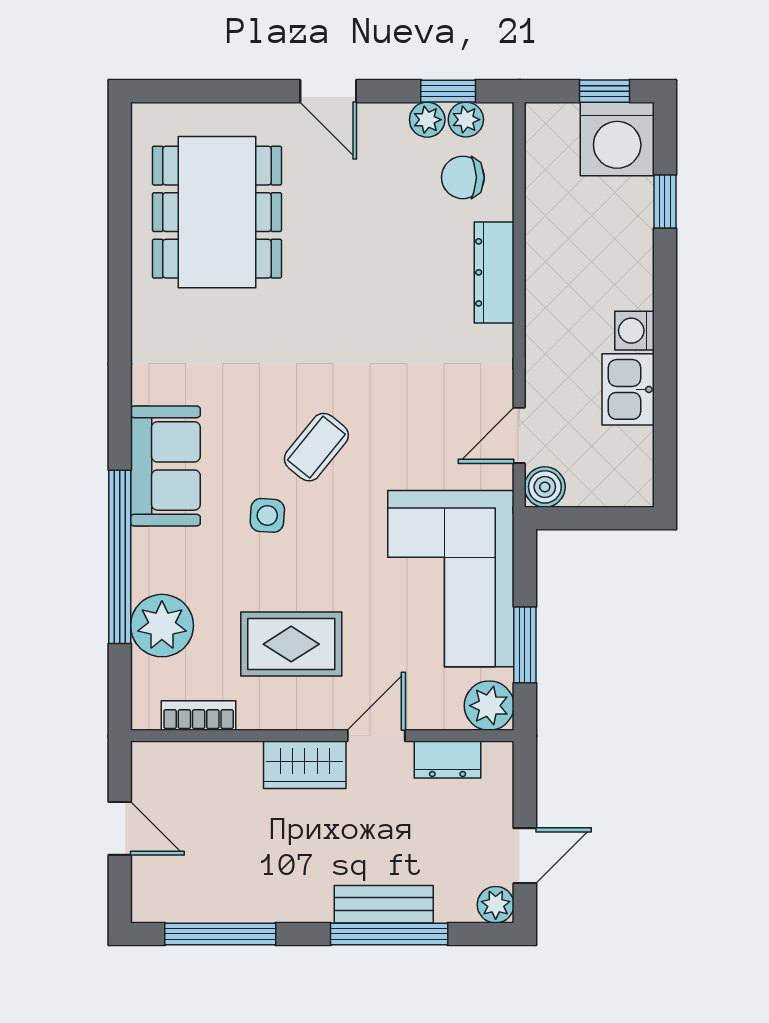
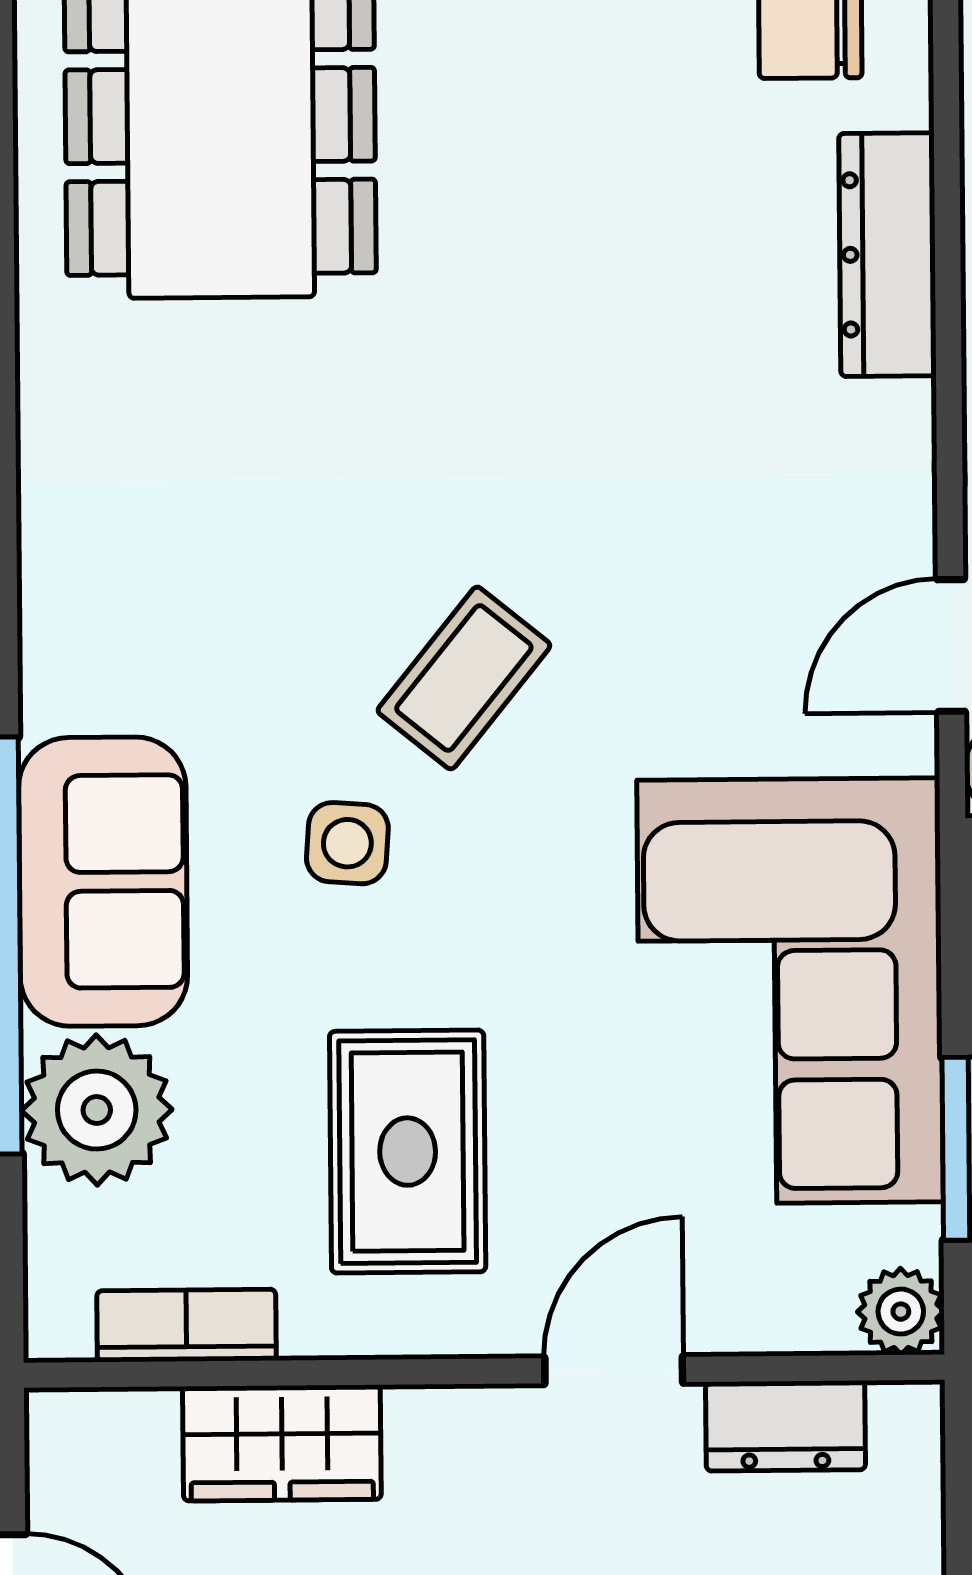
sofa: (165, 466) -> (103, 882), moved
rug: (291, 644) -> (408, 1152), turned 90
plant: (489, 706) -> (901, 1312), width x0.73, depth x0.73
wardrobe: (305, 765) -> (282, 1443), moved

